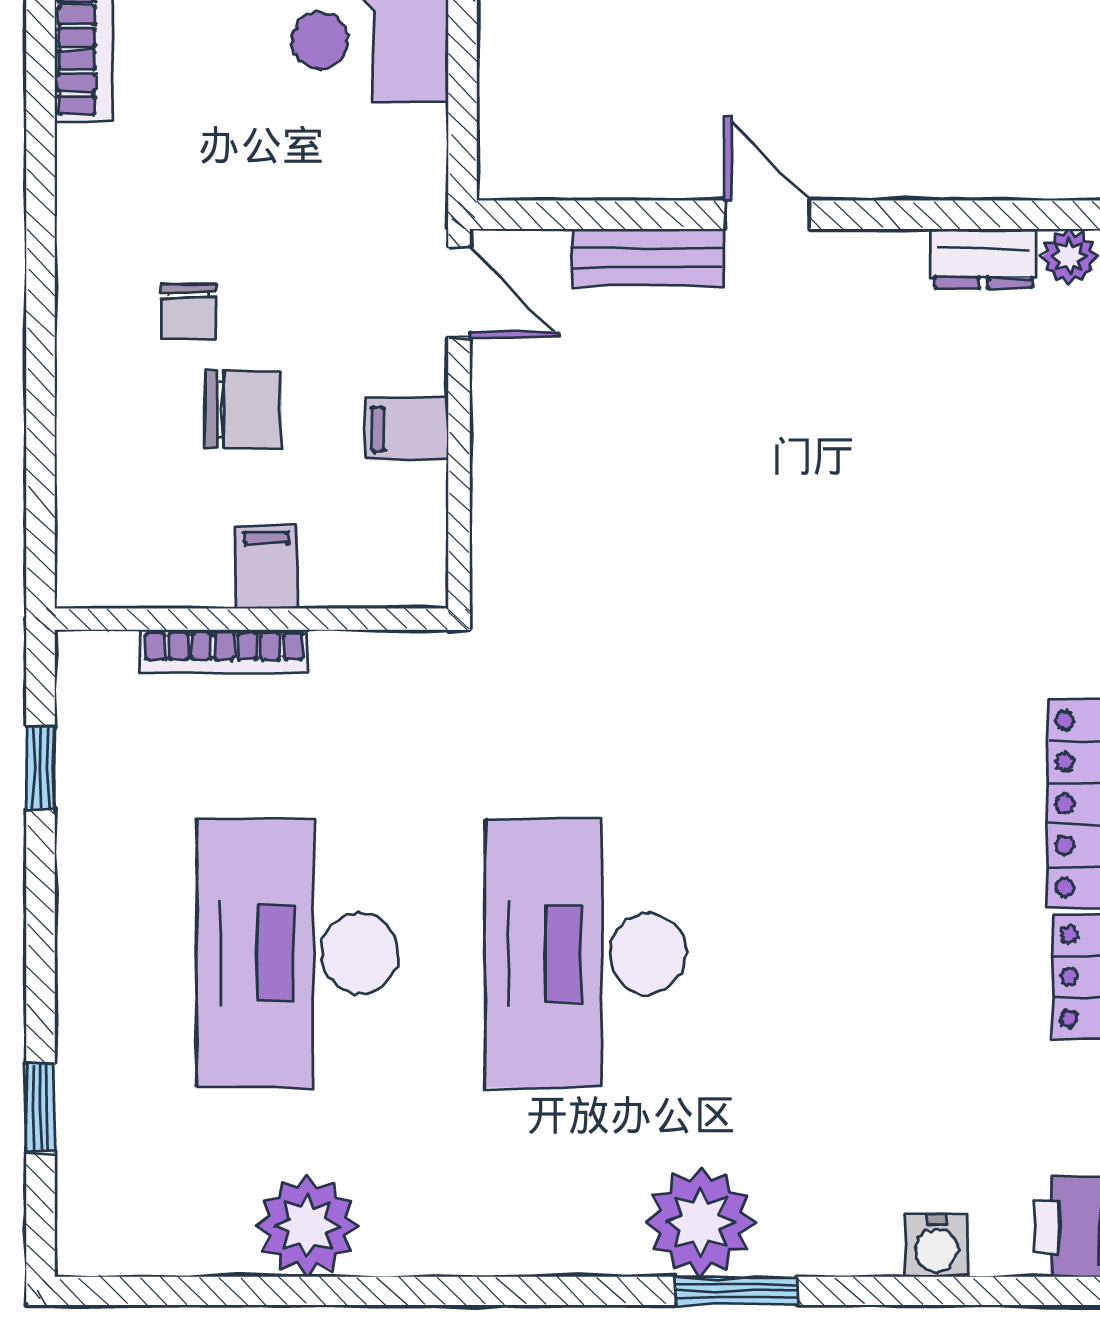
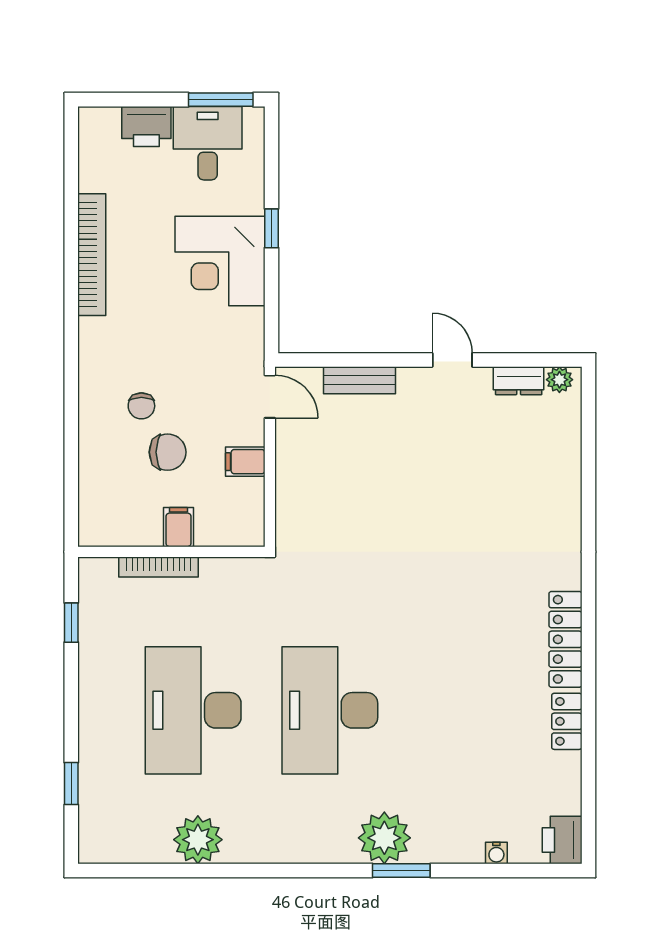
door: (768, 215) -> (452, 360), moved
water cooler: (937, 1245) -> (496, 853), width x0.72, depth x0.72

